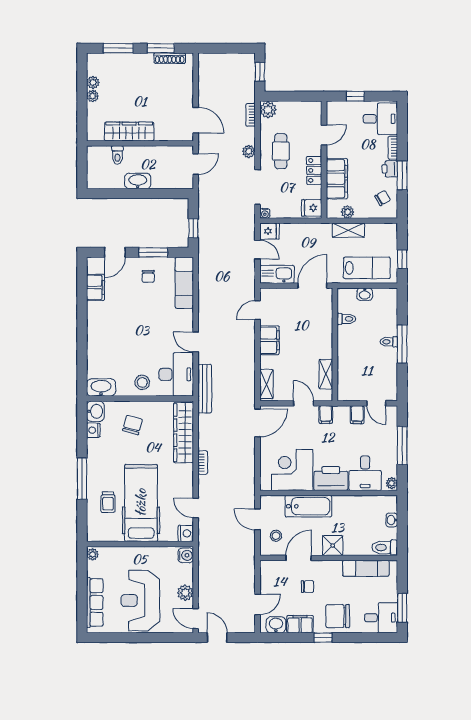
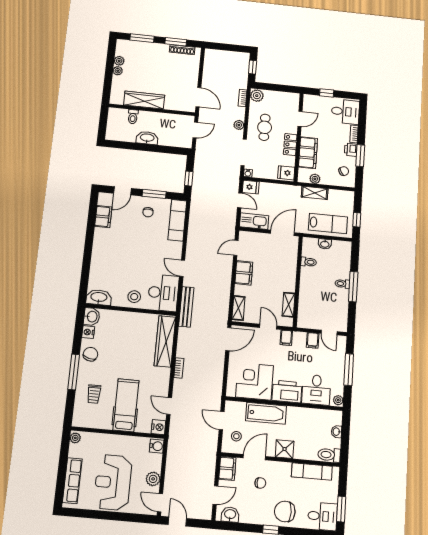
chair: (132, 425) -> (90, 354), moved
hospital bed: (141, 503) -> (126, 405), width x0.73, depth x0.78
filing cabinet: (300, 624) -> (227, 468), moved, turned 90

